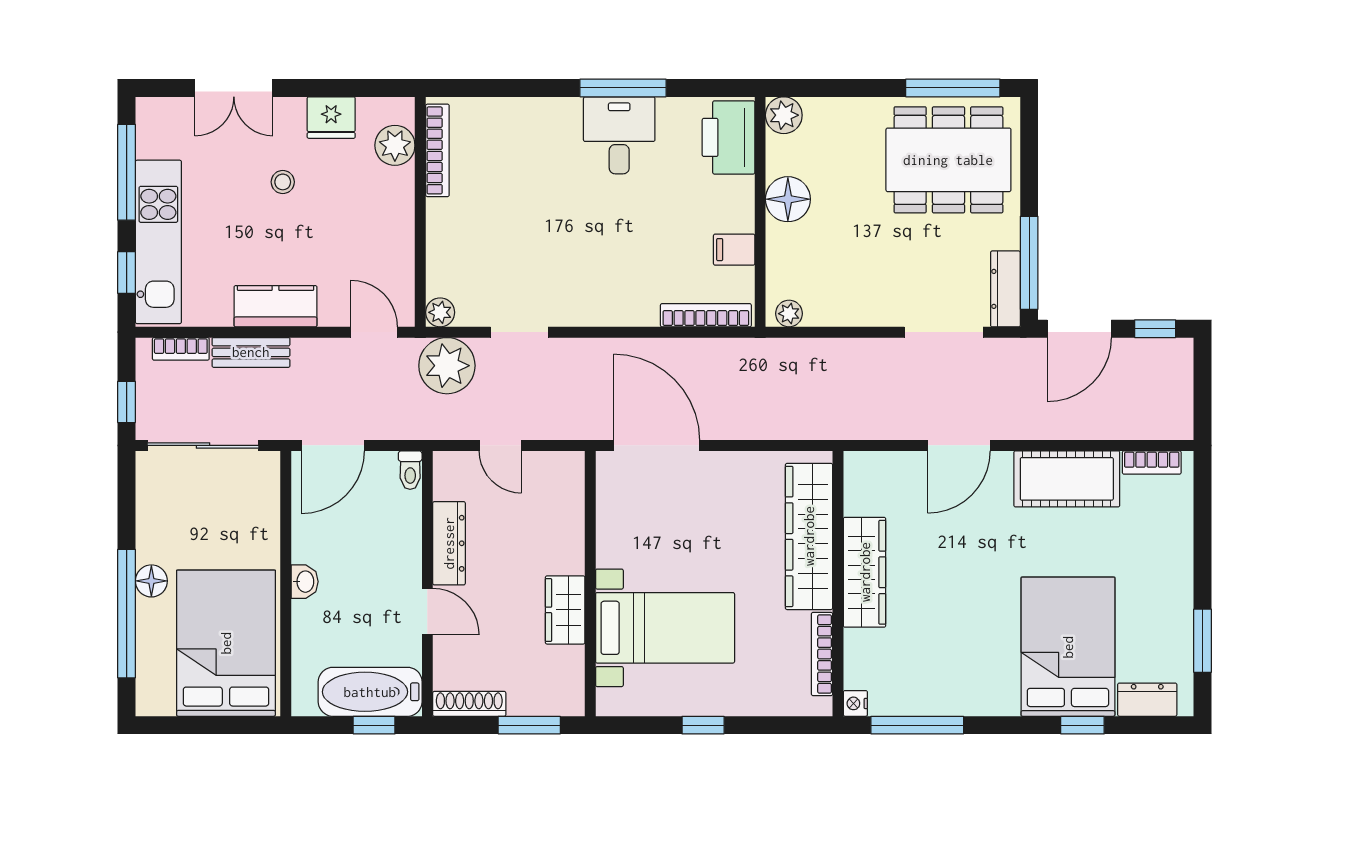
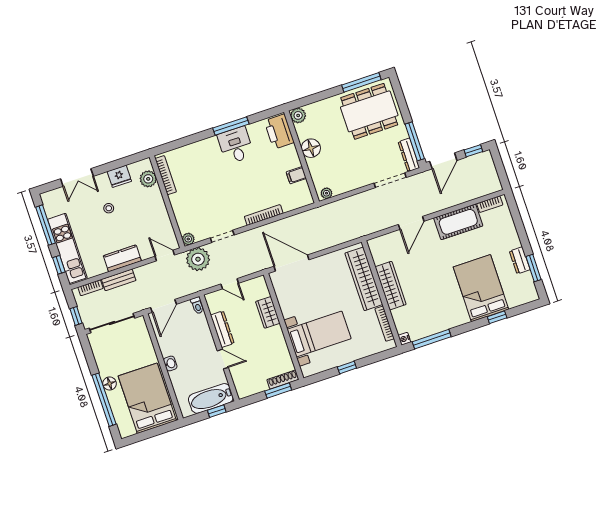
bookcase: (706, 315) -> (264, 215), moved
wardrobe: (565, 610) -> (268, 312), moved
dresser: (1147, 700) -> (520, 260), moved, turned -90
shoe rack: (469, 704) -> (283, 380), moved

